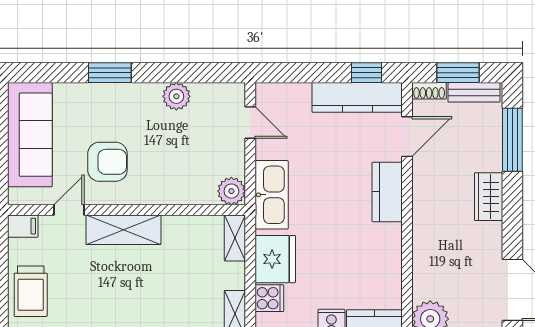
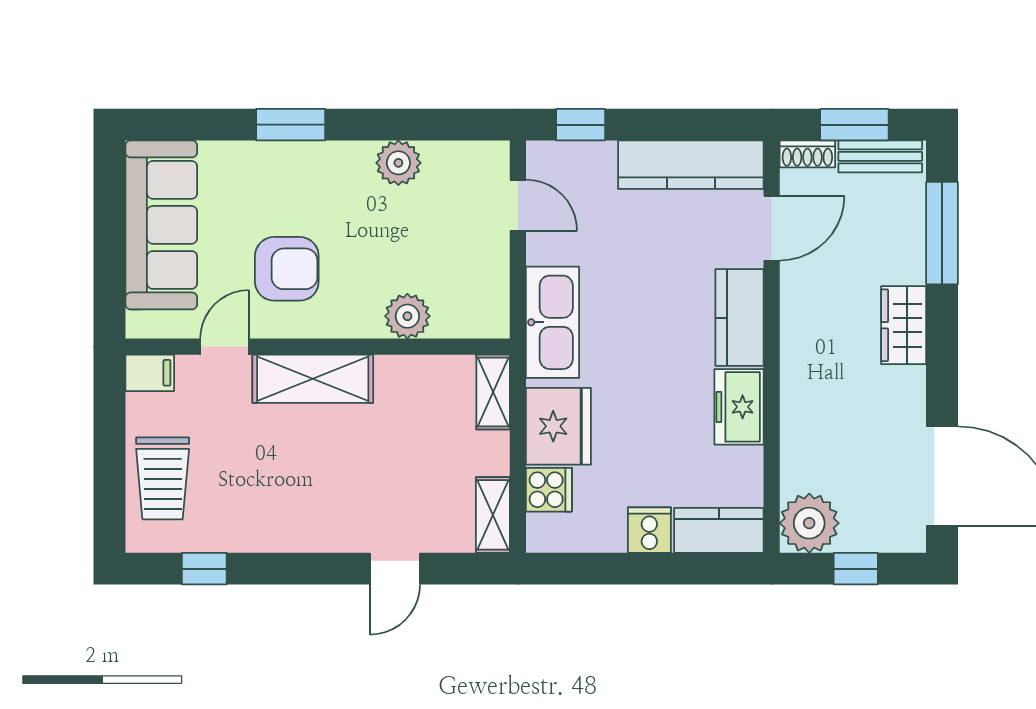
window: (366, 73) -> (581, 125), moved
plant: (231, 191) -> (407, 316), moved
freezer: (387, 247) -> (739, 407), added

